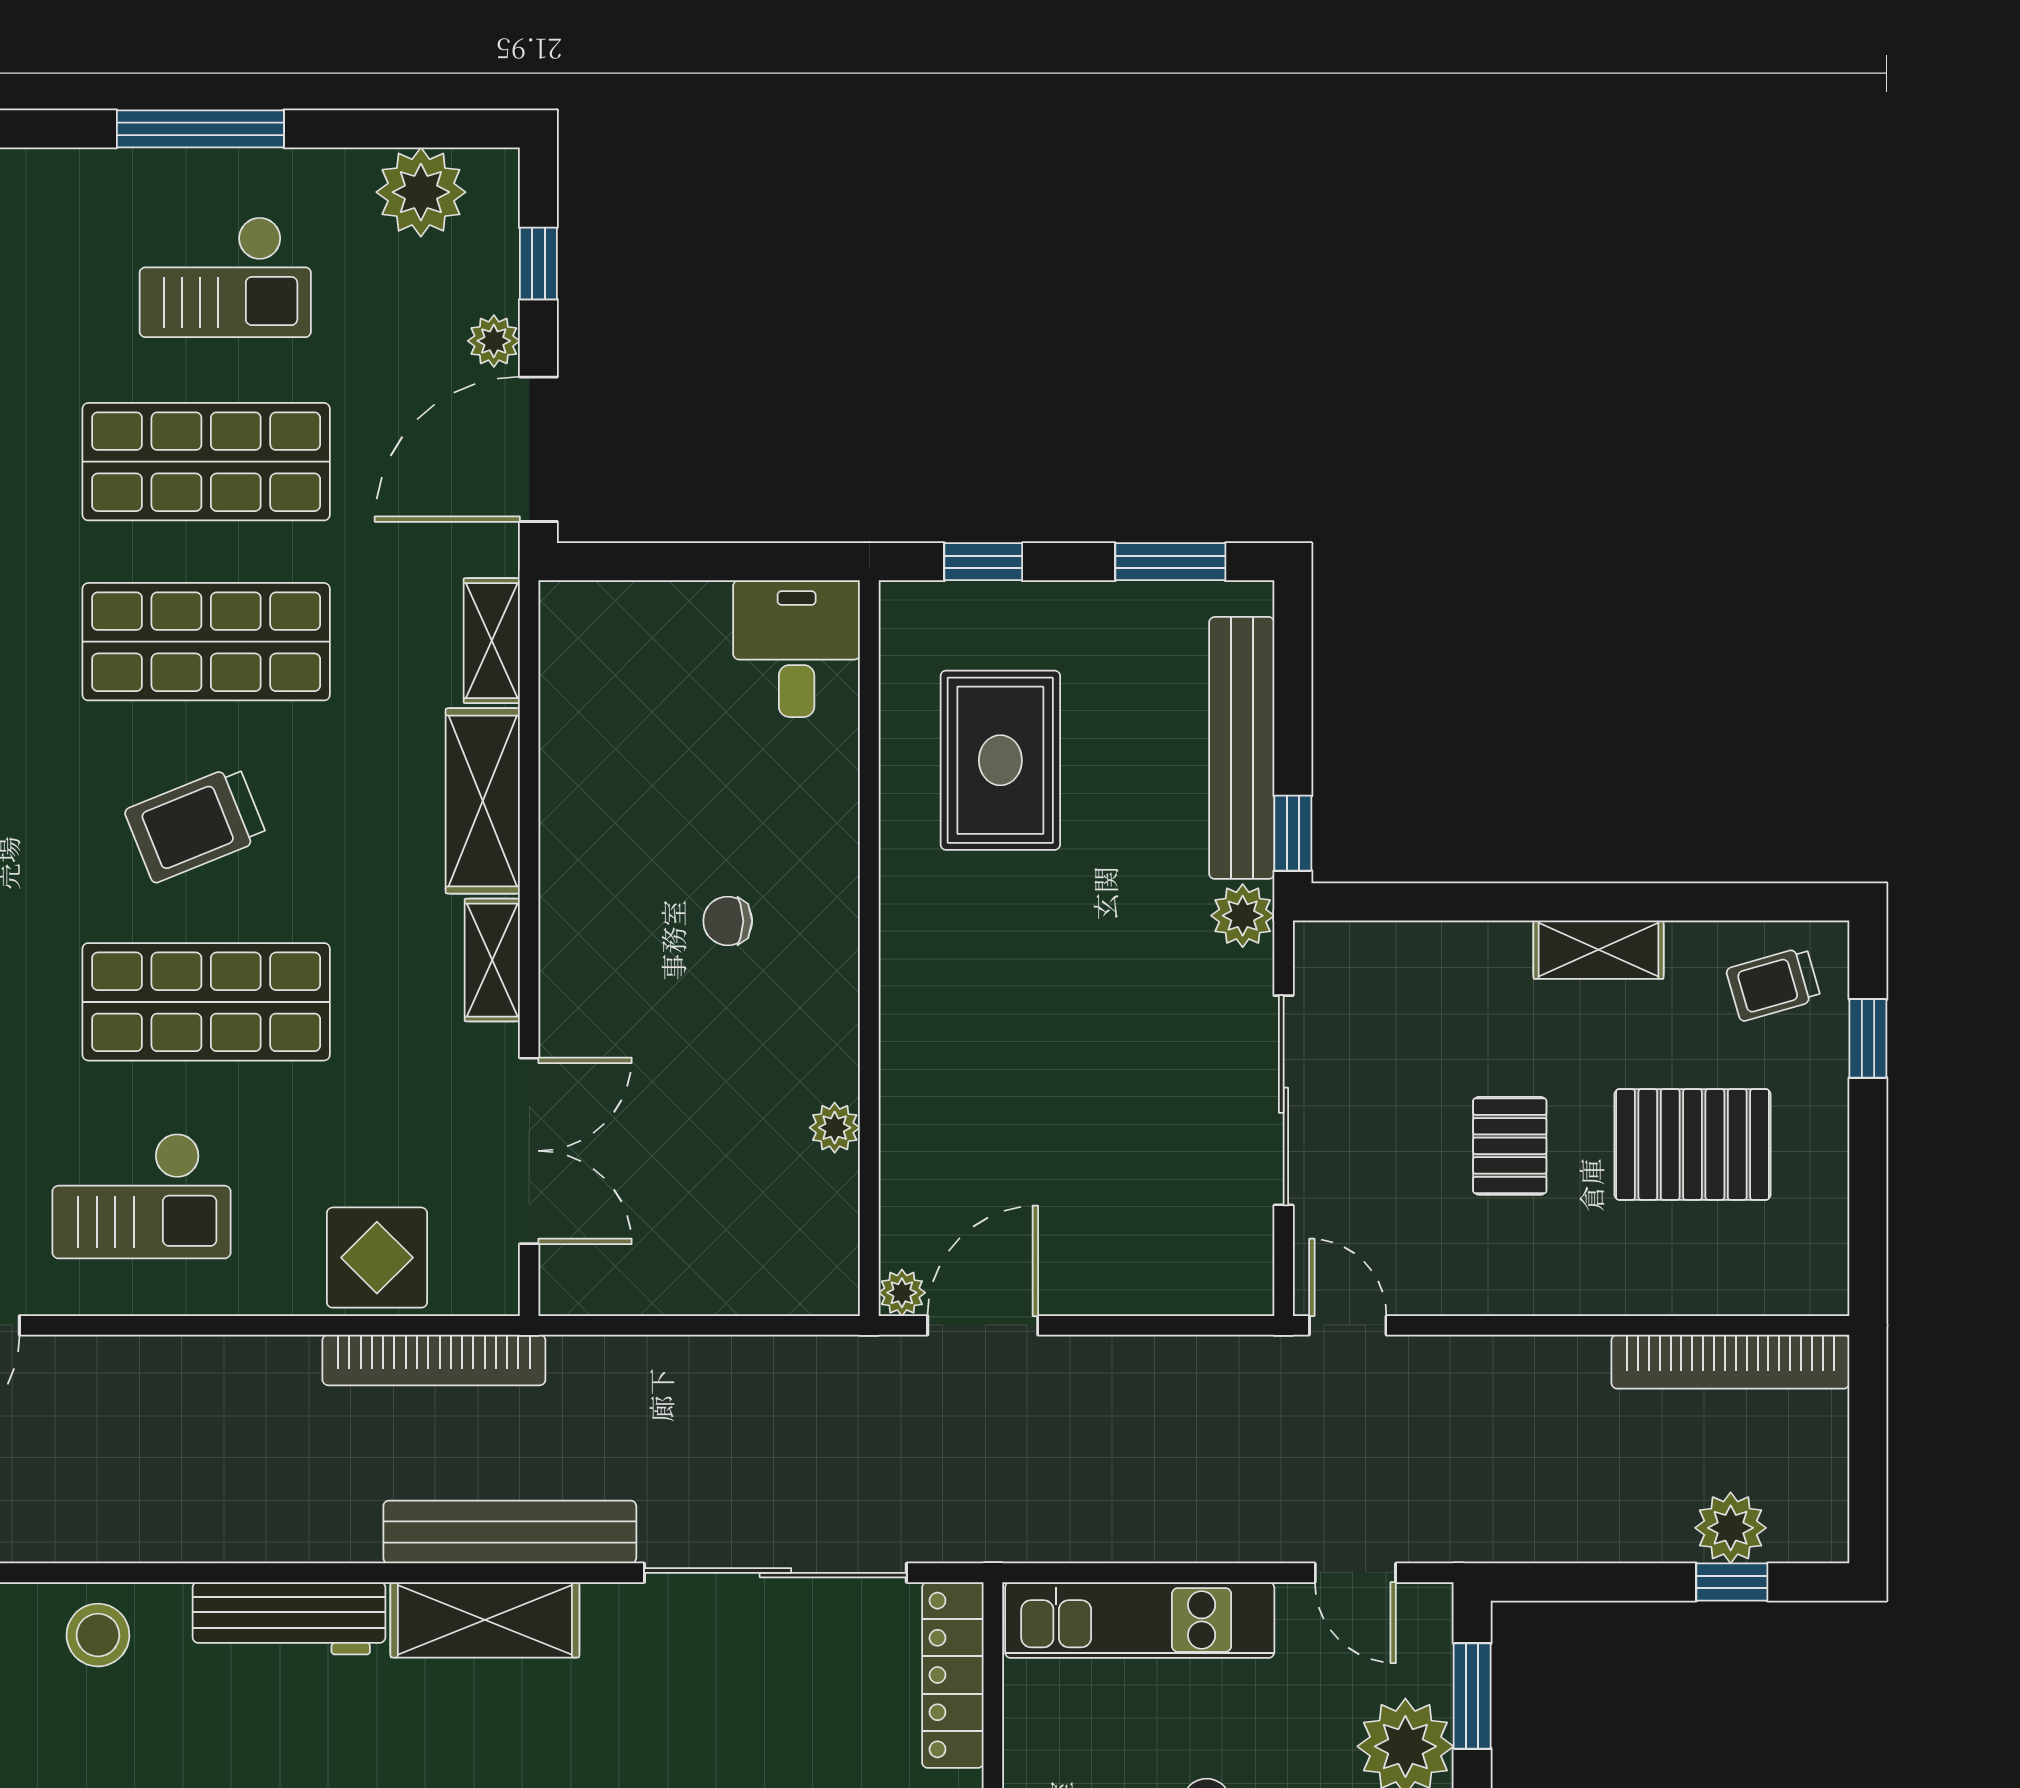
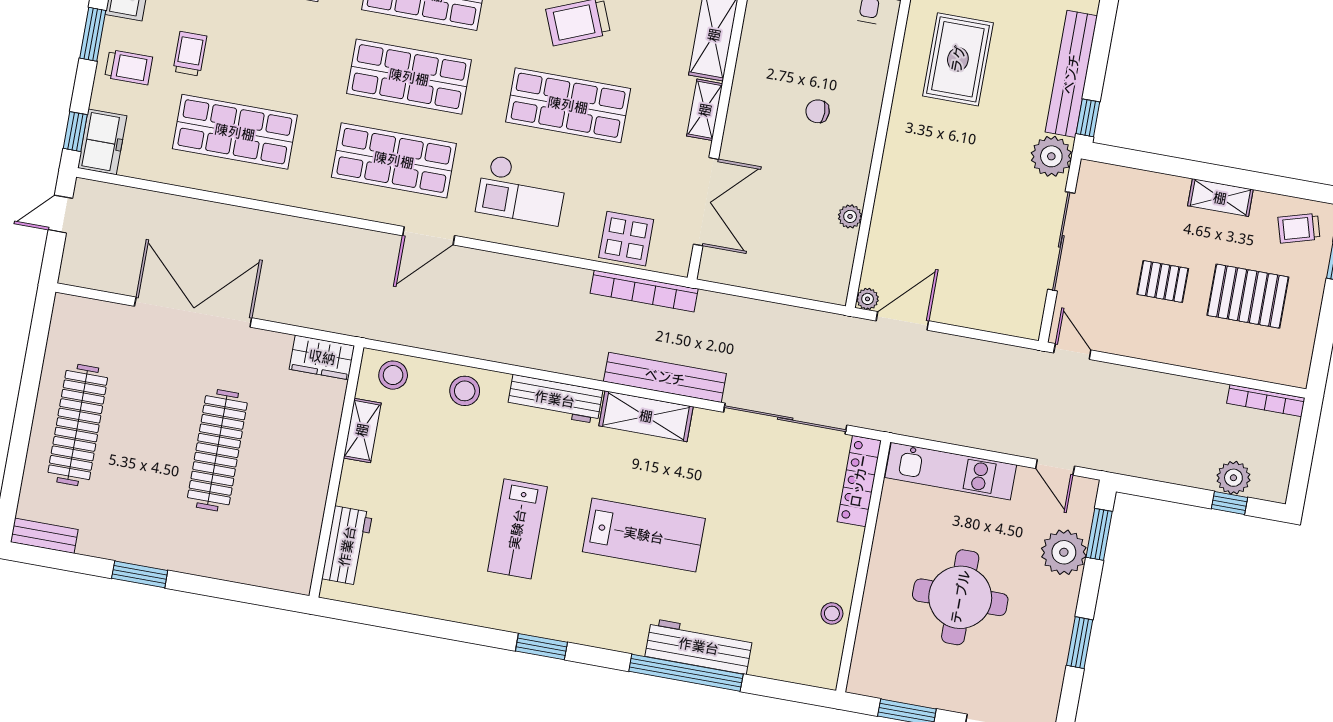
plant: (1243, 916) -> (1051, 156), width x1.36, depth x1.36
pallet: (1510, 1146) -> (1163, 281), turned 90
bookcase: (1730, 1362) -> (1266, 401), width x0.68, depth x0.76

